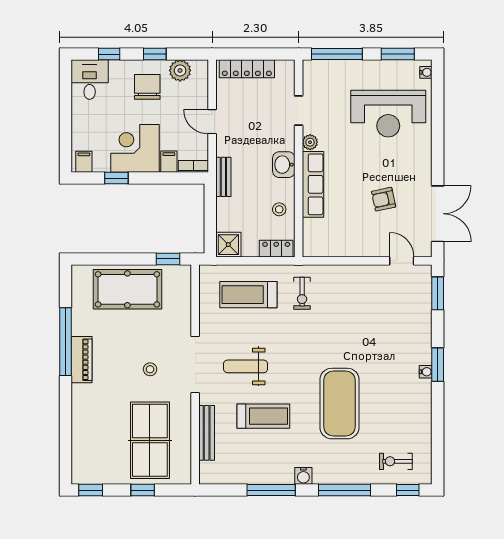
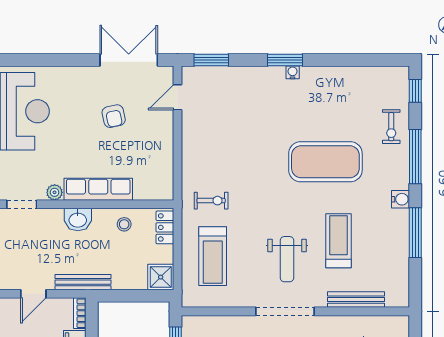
bench: (223, 177) -> (83, 282), width x1.36
exercise bike: (396, 461) -> (391, 127), moved

